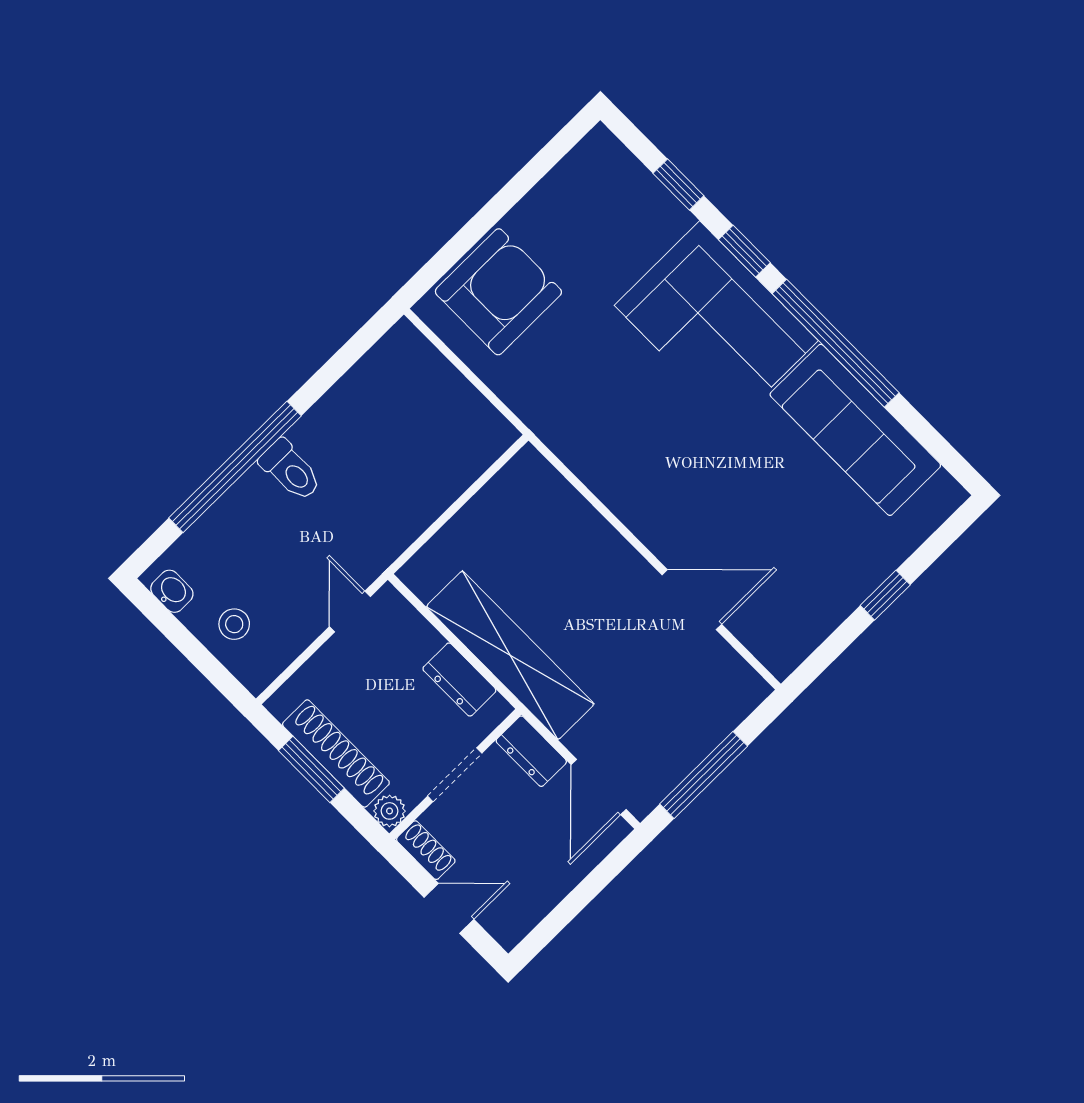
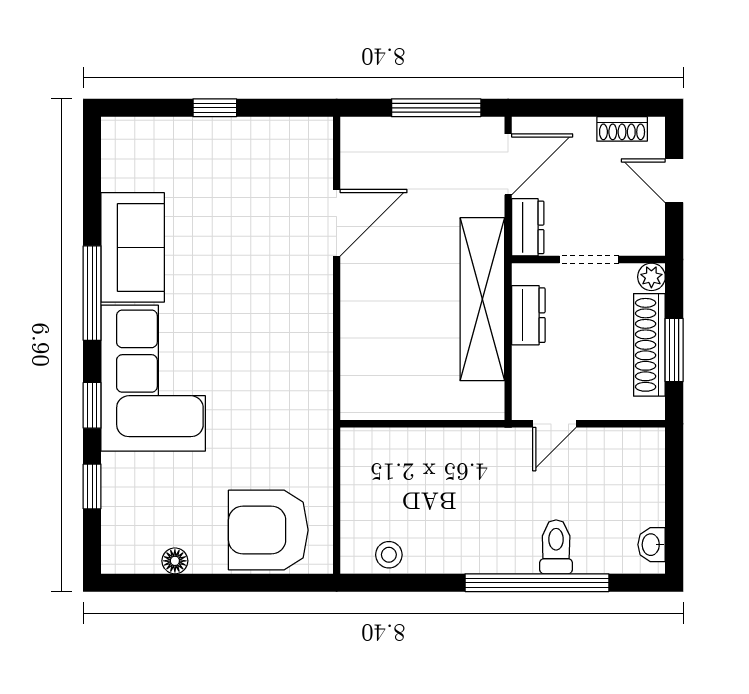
floor lamp: (550, 191) -> (175, 561), added
window: (836, 343) -> (92, 293), width x0.68
sofa: (855, 430) -> (133, 247), width x0.73
toilet: (291, 470) -> (556, 547), moved
door: (692, 600) -> (337, 223), swing flipped
stool: (234, 624) -> (389, 555), moved
shoe rack: (426, 850) -> (622, 129), moved, turned -90

